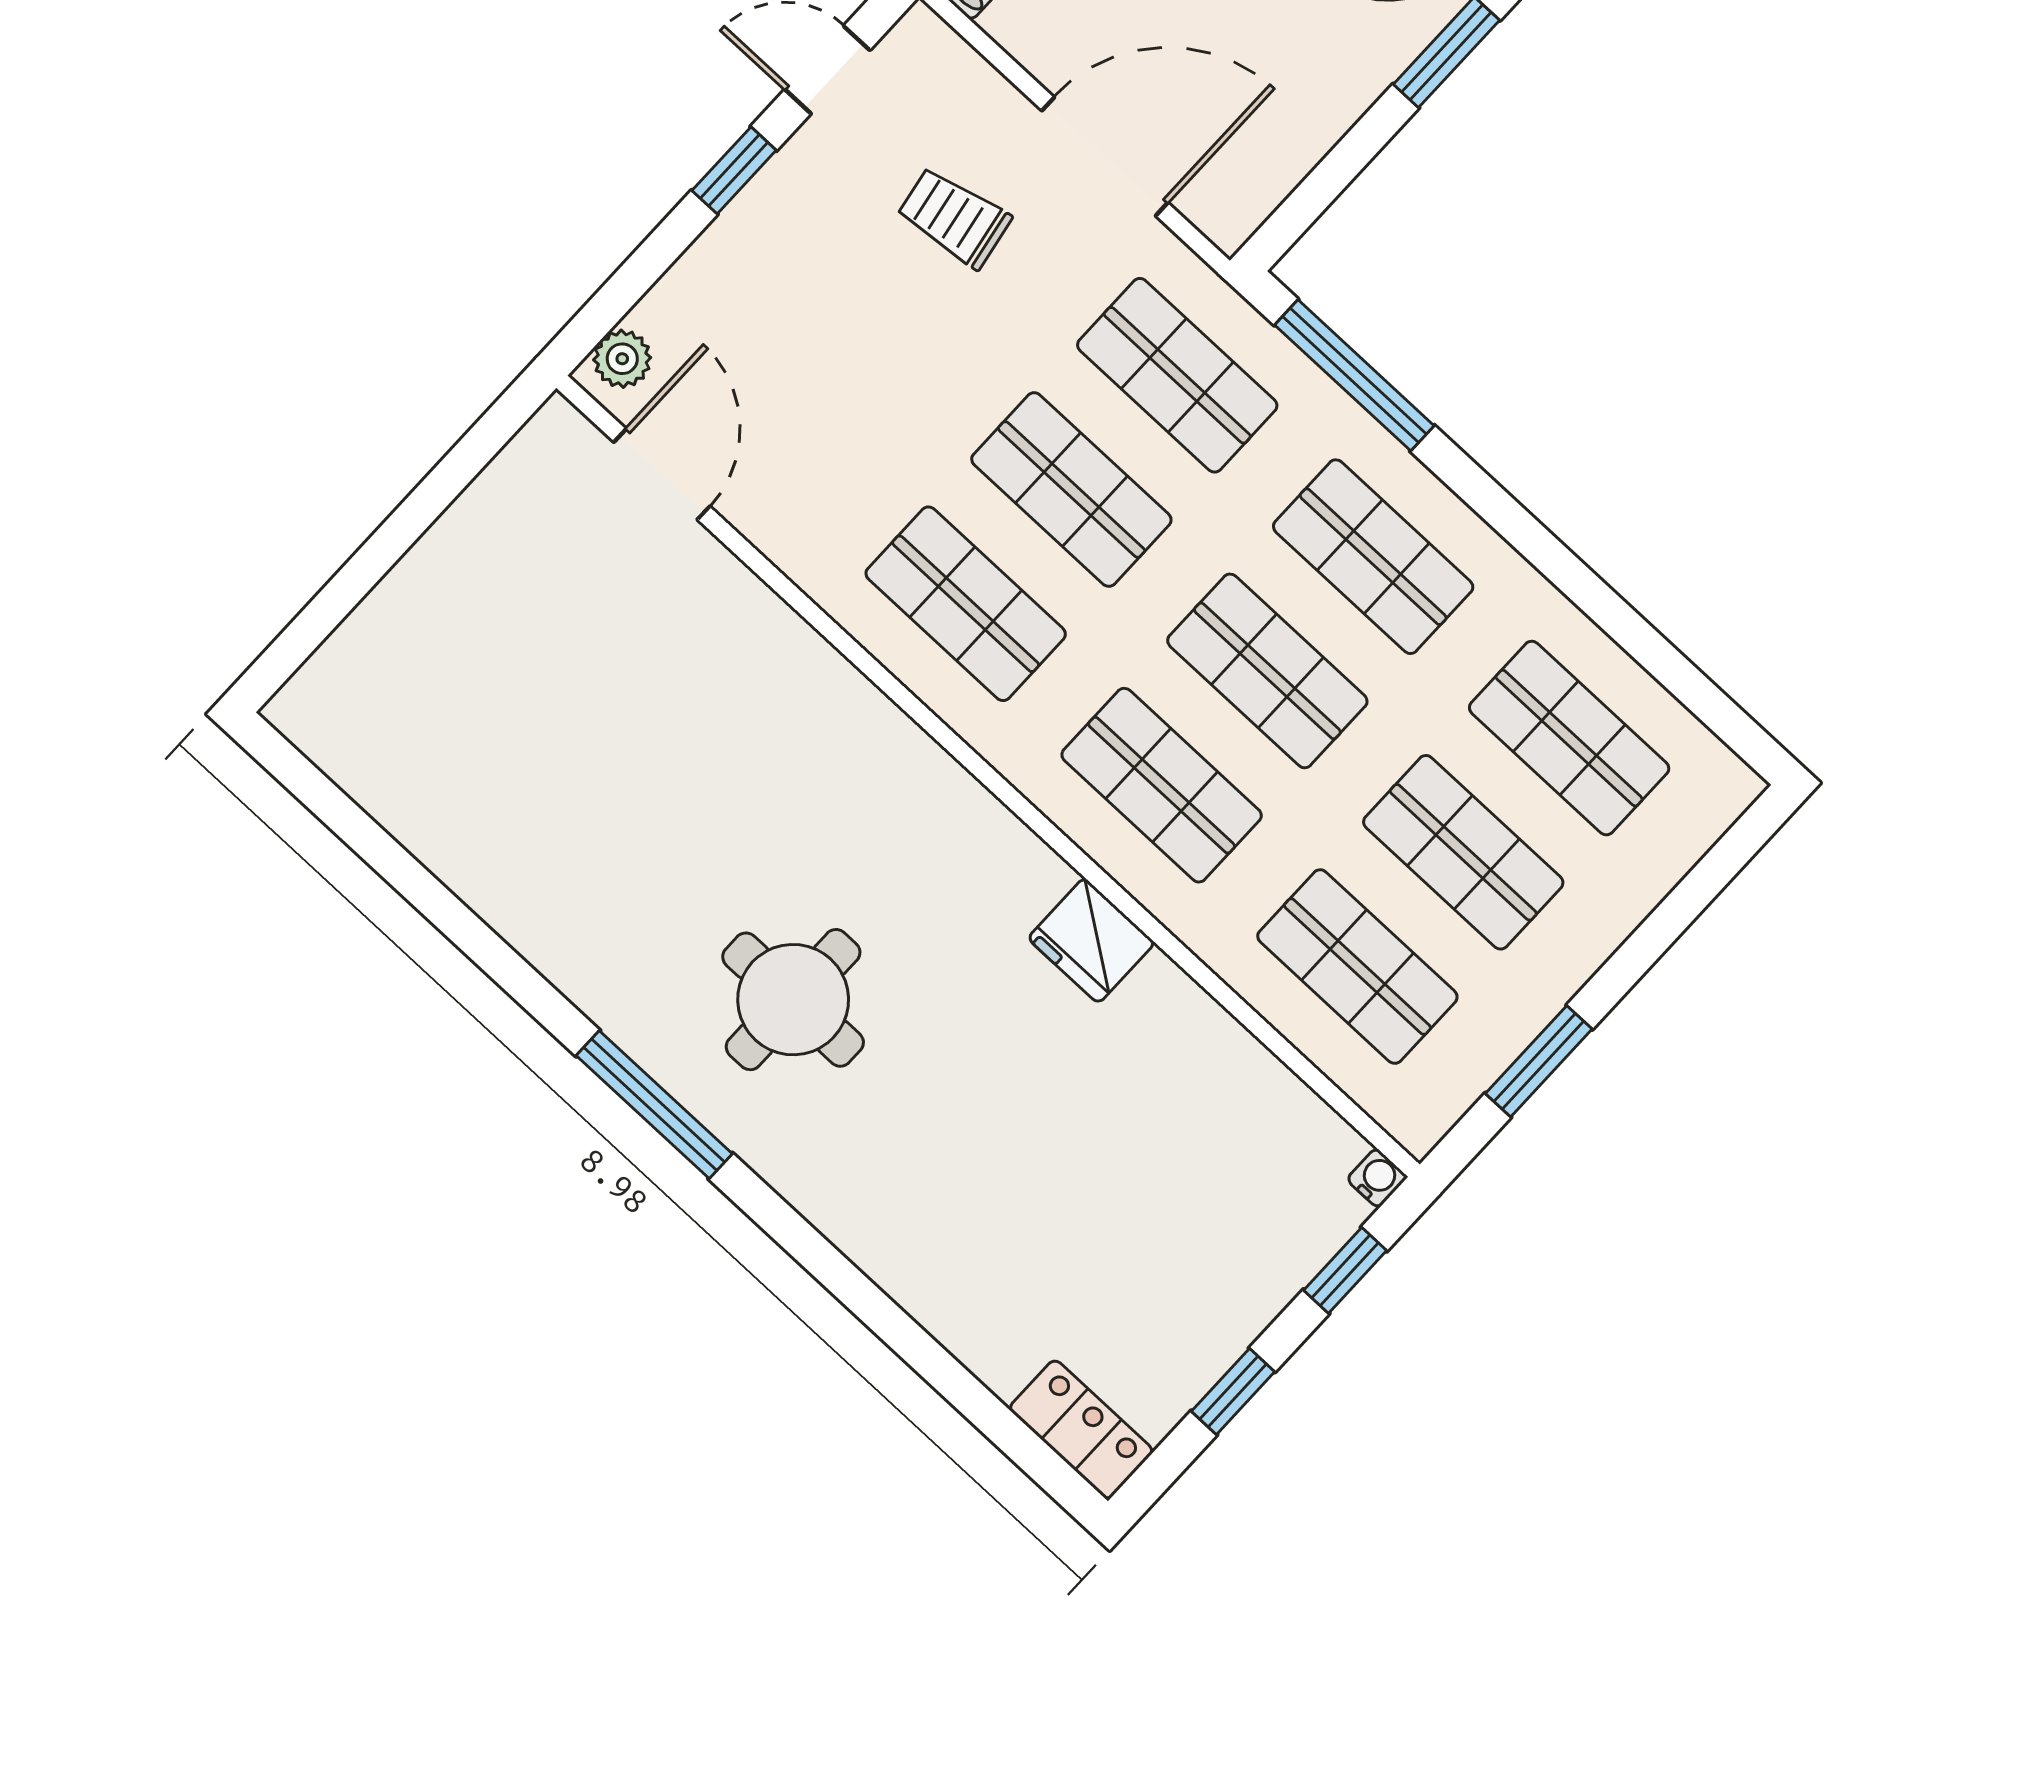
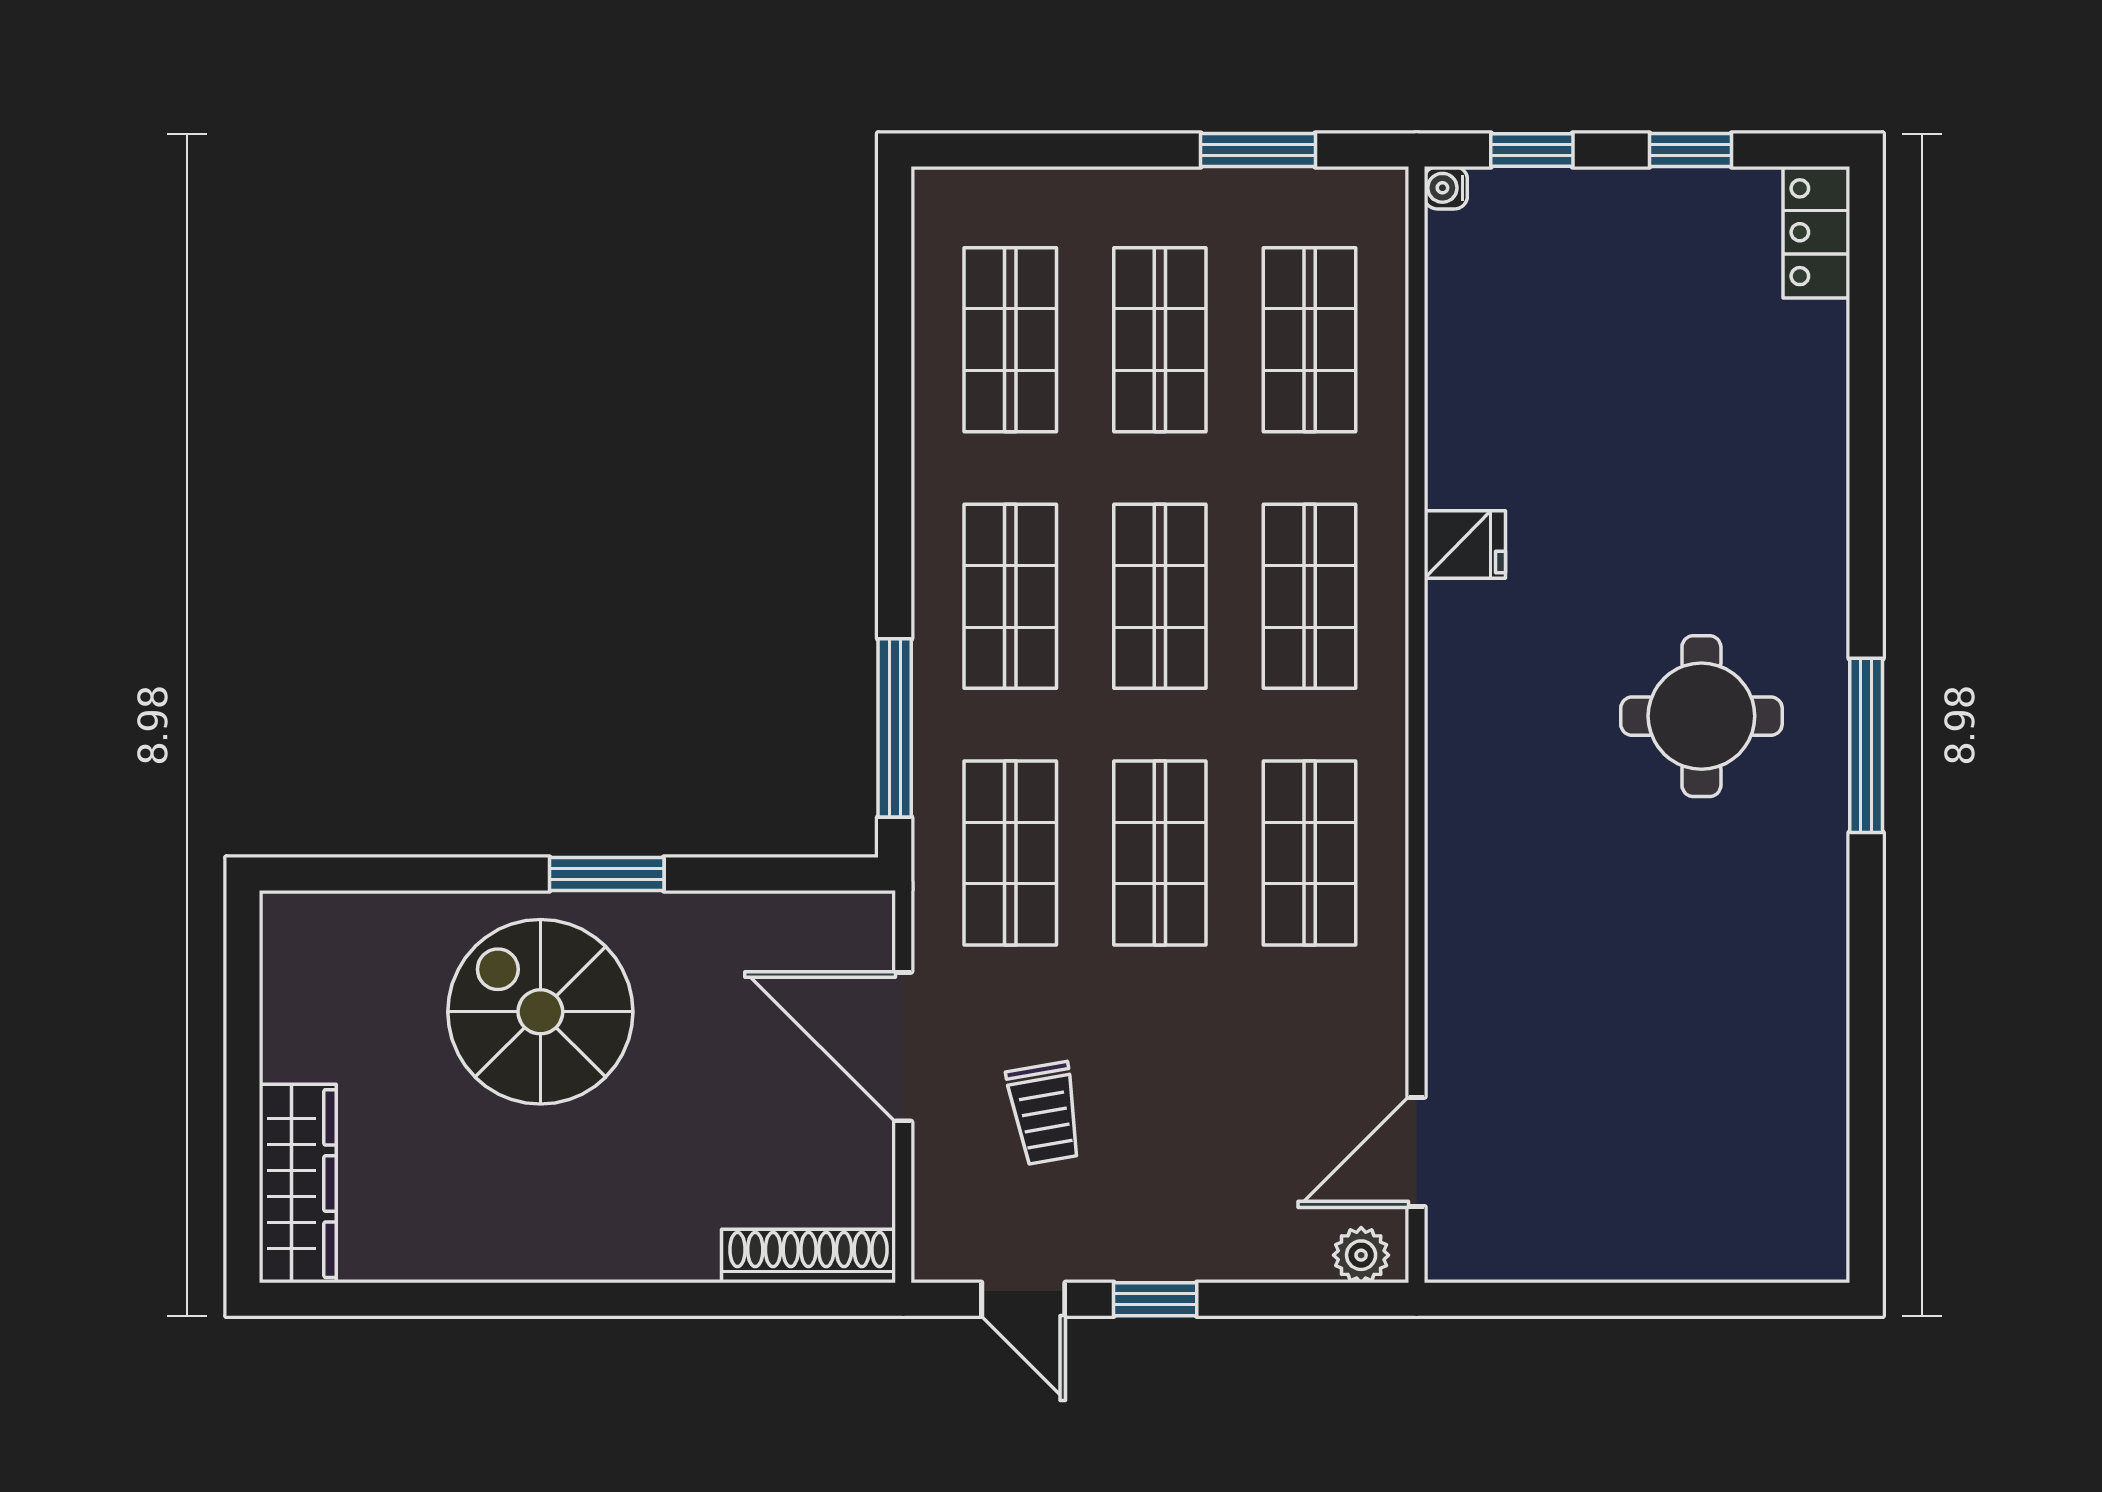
fridge: (1091, 940) -> (1465, 544), width x0.72

